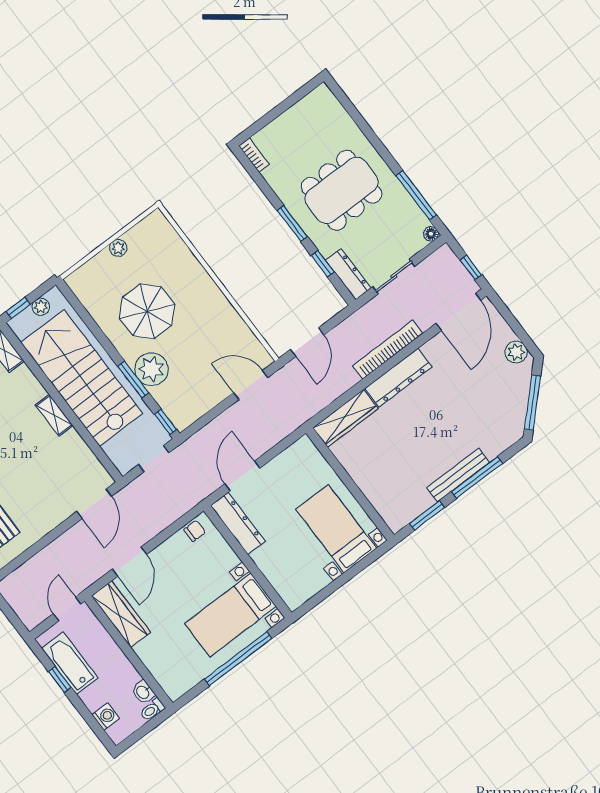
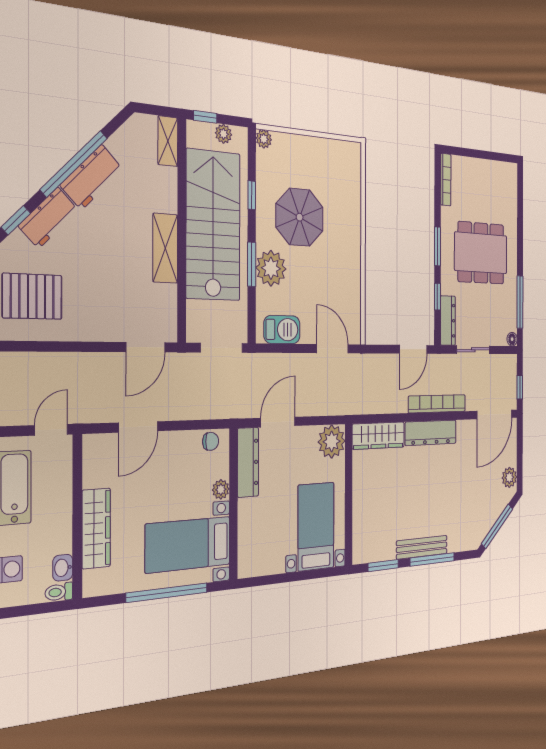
bookcase: (254, 155) -> (446, 180), width x1.56
plant: (118, 248) -> (264, 139), moved
door: (307, 342) -> (413, 349), moved
barbecue: (195, 406) -> (282, 330), added
shelving: (54, 415) -> (165, 248), width x1.50, depth x1.33
window: (165, 422) -> (252, 195), moved
plant: (303, 455) -> (332, 441), added
doorway: (154, 459) -> (222, 348), width x1.38
plant: (229, 559) -> (221, 489), added
wardrobe: (121, 614) -> (96, 528), moved

